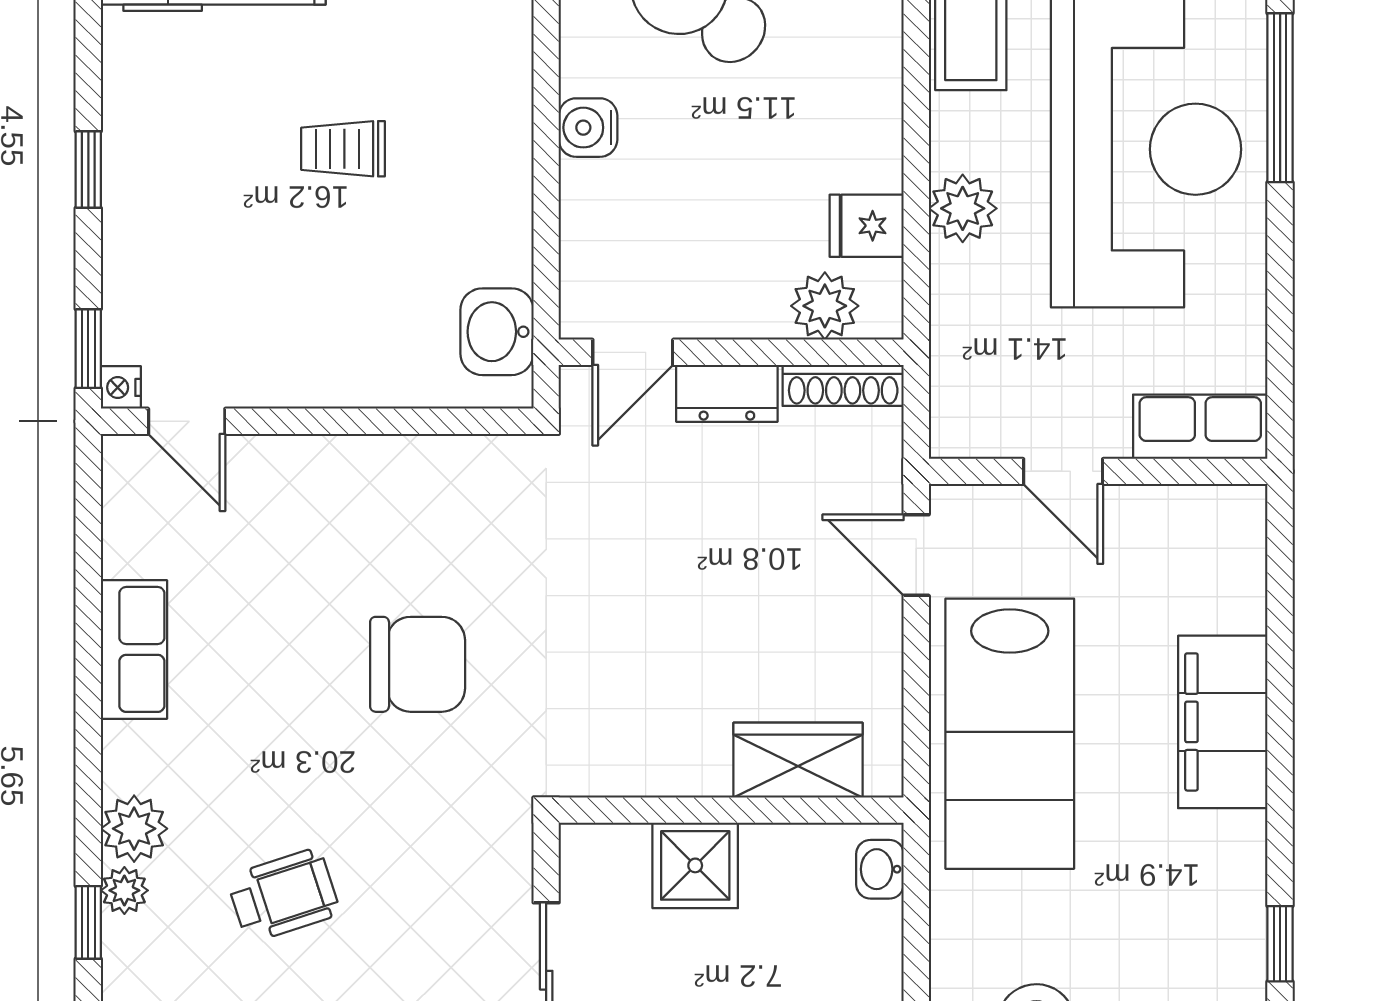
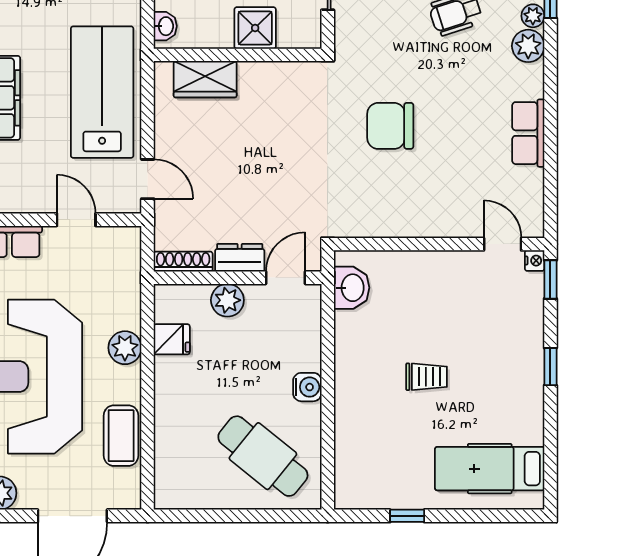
plant: (825, 306) -> (227, 300), moved

